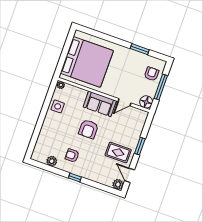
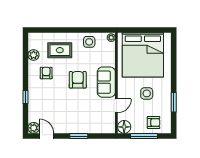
side table: (123, 71) -> (147, 93), added
door: (124, 102) -> (116, 106), swing flipped
armchair: (88, 129) -> (78, 80), turned 90
rug: (118, 152) -> (60, 50), moved, turned 90
door: (130, 175) -> (47, 136), hinge flipped
window: (75, 178) -> (25, 97), moved

